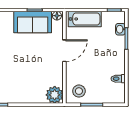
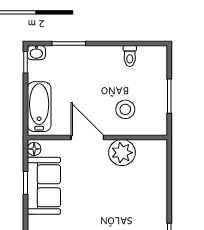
washbasin: (120, 29) -> (36, 53), moved
stool: (79, 91) -> (125, 109), moved
plant: (55, 95) -> (122, 153), moved

